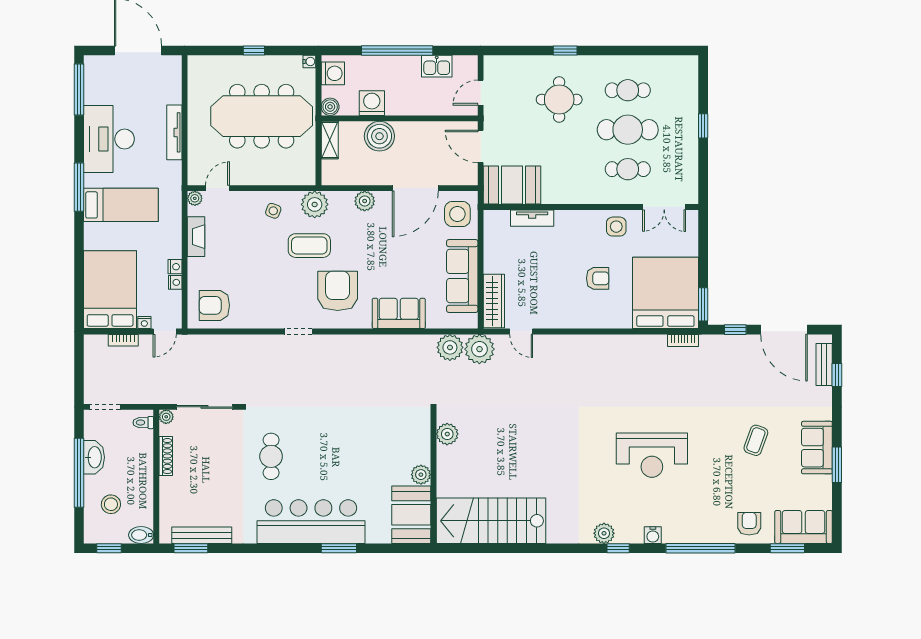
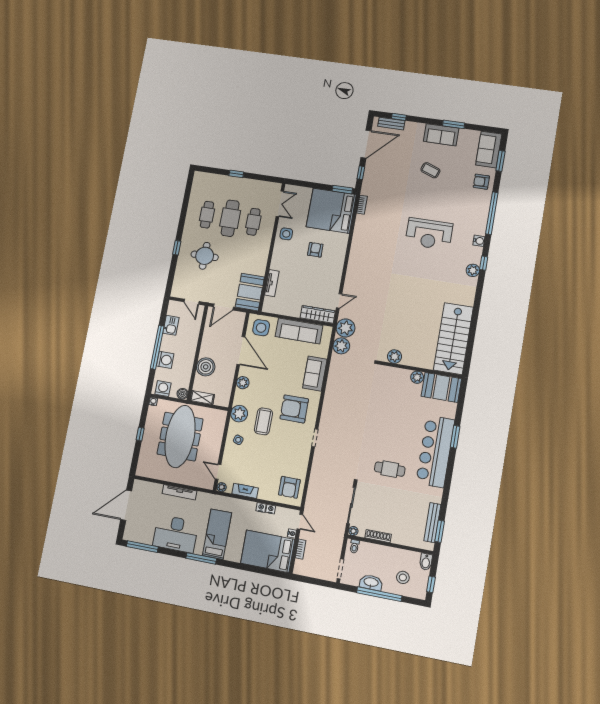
washing machine: (372, 103) -> (165, 360), moved, turned 180
reception desk: (652, 455) -> (429, 234), turned 90

